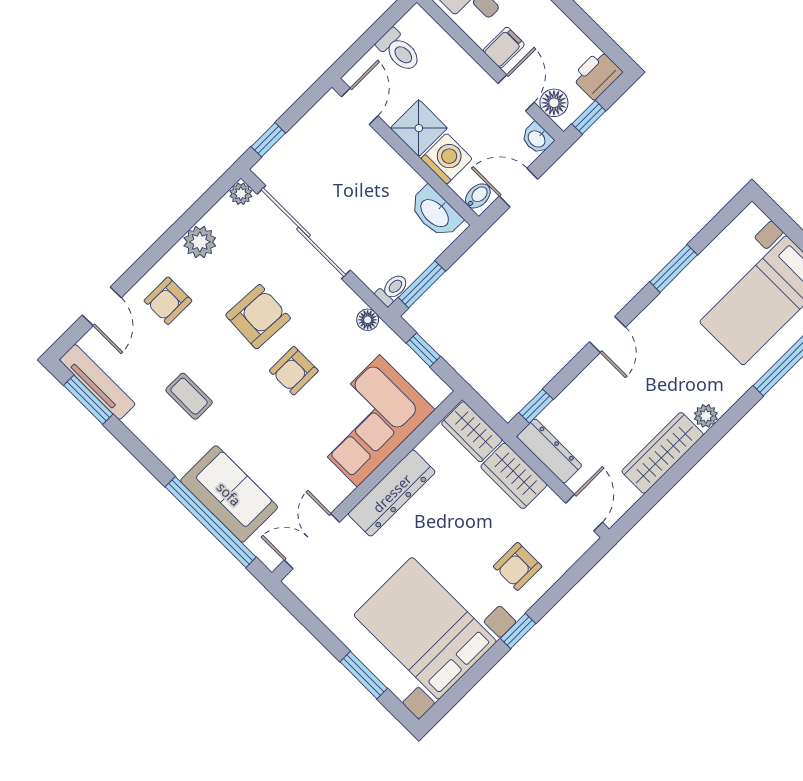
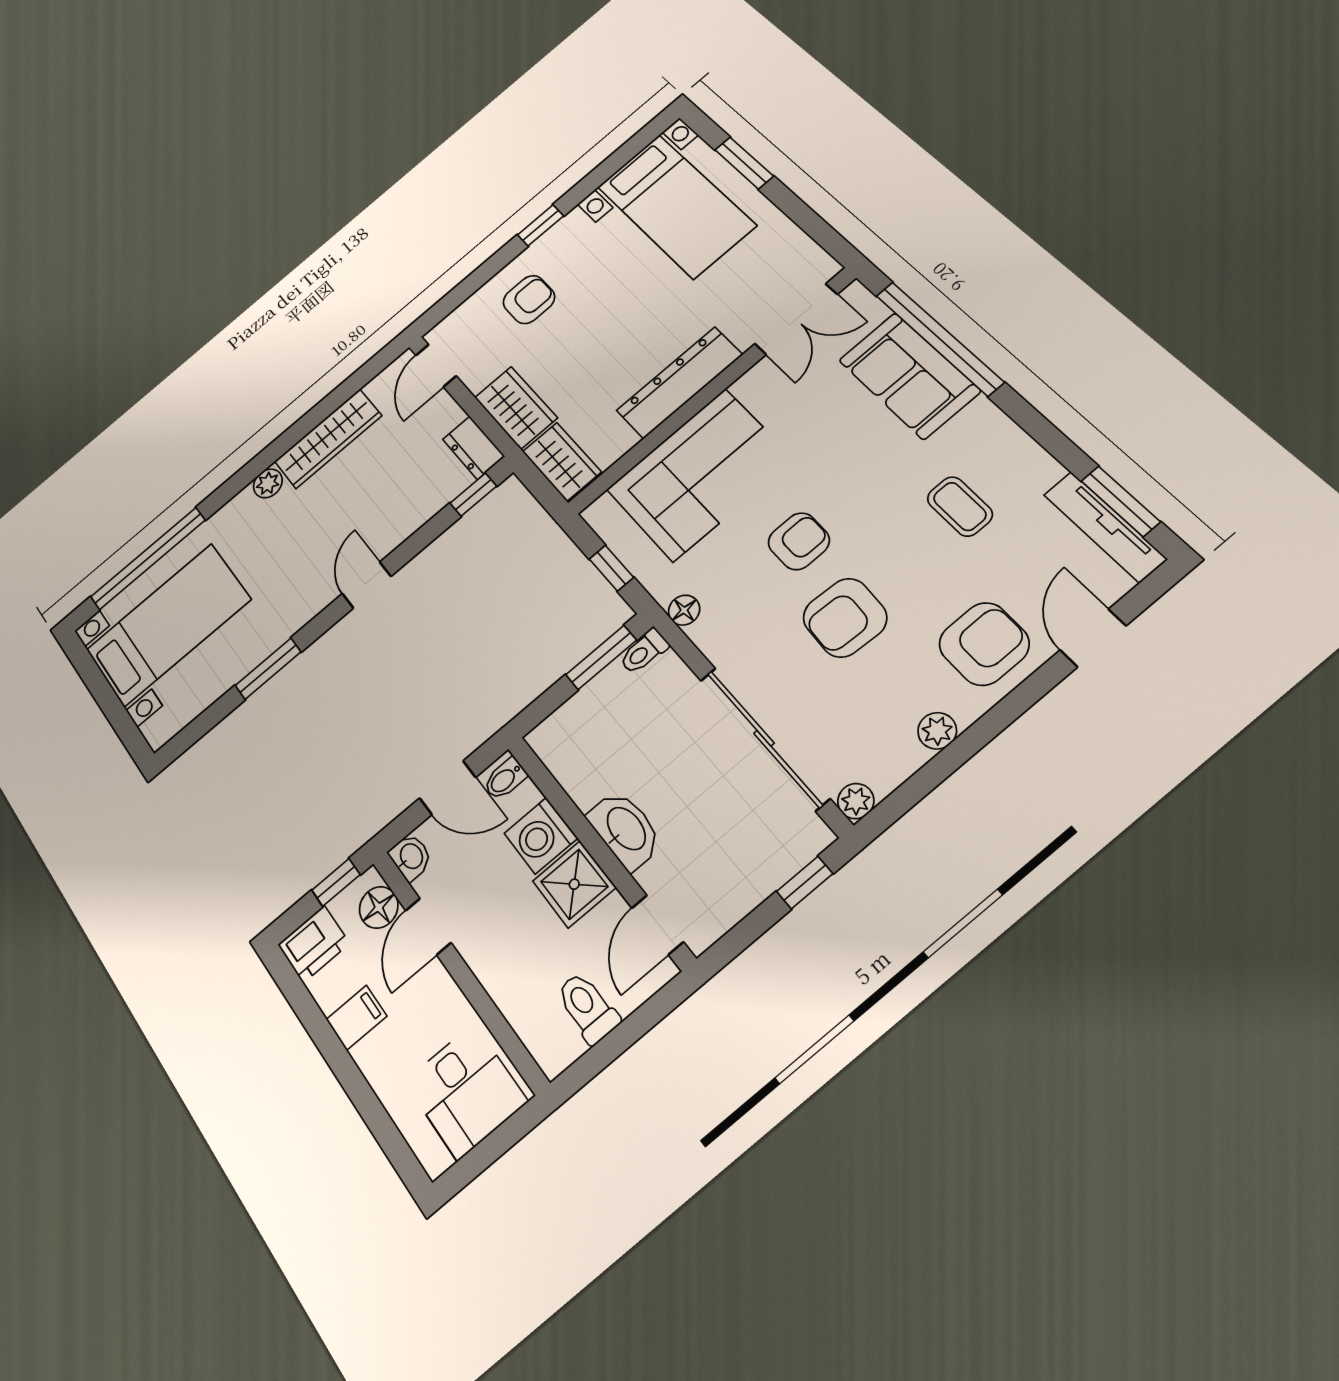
filing cabinet: (504, 48) -> (356, 1018), moved, turned 180
washbasin: (435, 212) -> (625, 830), moved
plant: (200, 242) -> (937, 731), width x0.73, depth x0.73
armchair: (168, 301) -> (984, 644), width x1.38, depth x1.38
dresser: (549, 451) -> (474, 448), width x0.70
bed with nightstands: (425, 628) -> (676, 206), width x0.73

